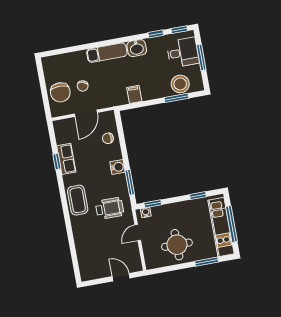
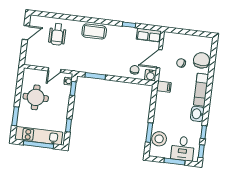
chair: (60, 92) -> (201, 60), moved, turned 90
filing cabinet: (134, 94) -> (164, 87), moved
door: (86, 113) -> (159, 59), hinge flipped
row of seats: (66, 159) -> (149, 35), moved
water cooler: (117, 167) -> (150, 75), moved
wheelchair: (110, 208) -> (57, 34), moved
door: (138, 233) -> (54, 70), swing flipped
door: (121, 277) -> (26, 33), moved

